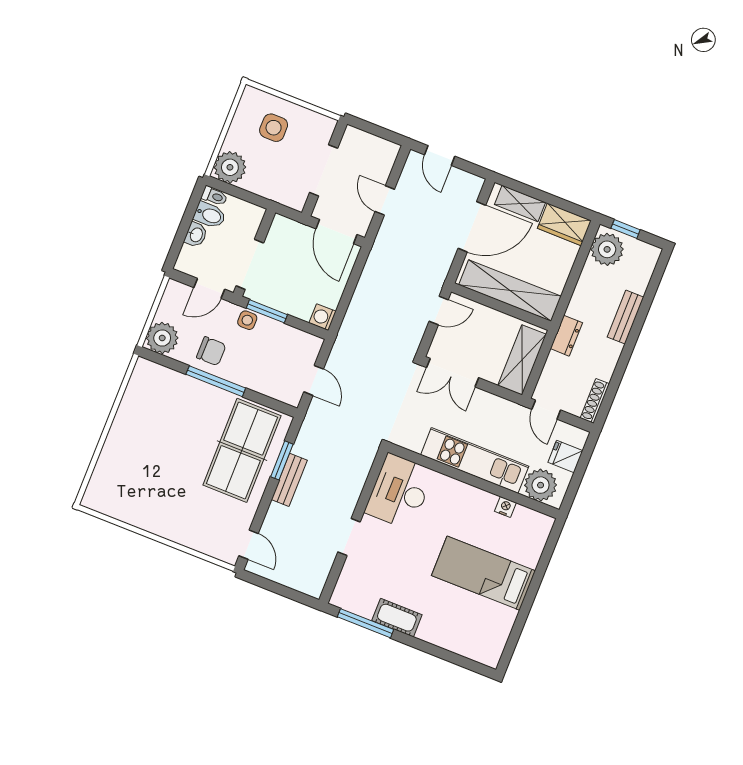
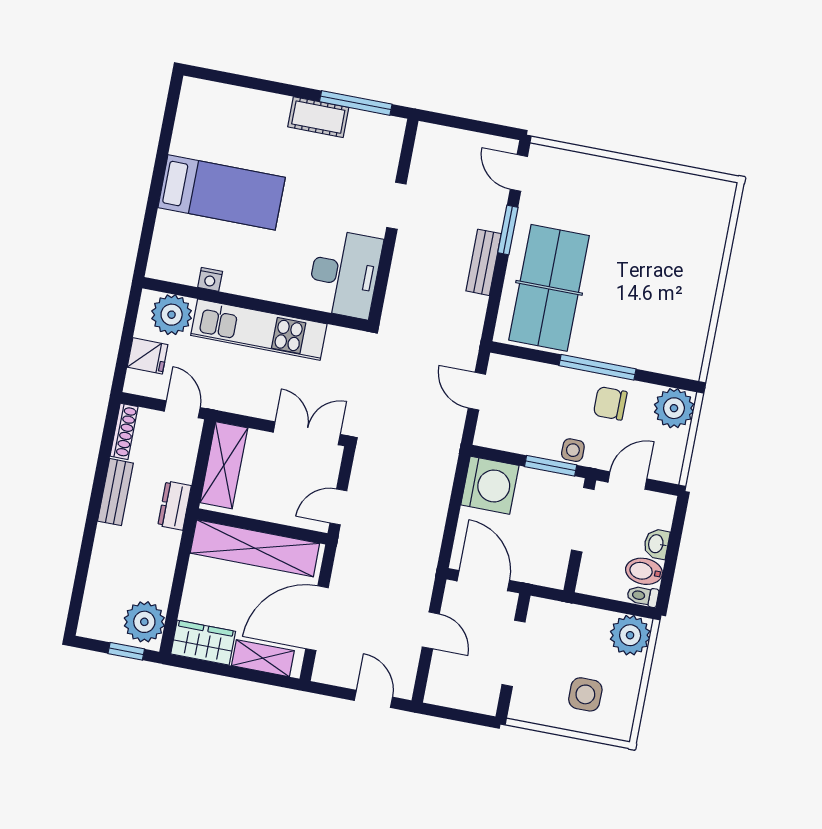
washing machine: (322, 317) -> (490, 485), width x1.89, depth x1.89
bench: (626, 317) -> (115, 492), moved
window: (282, 460) -> (508, 230), moved

